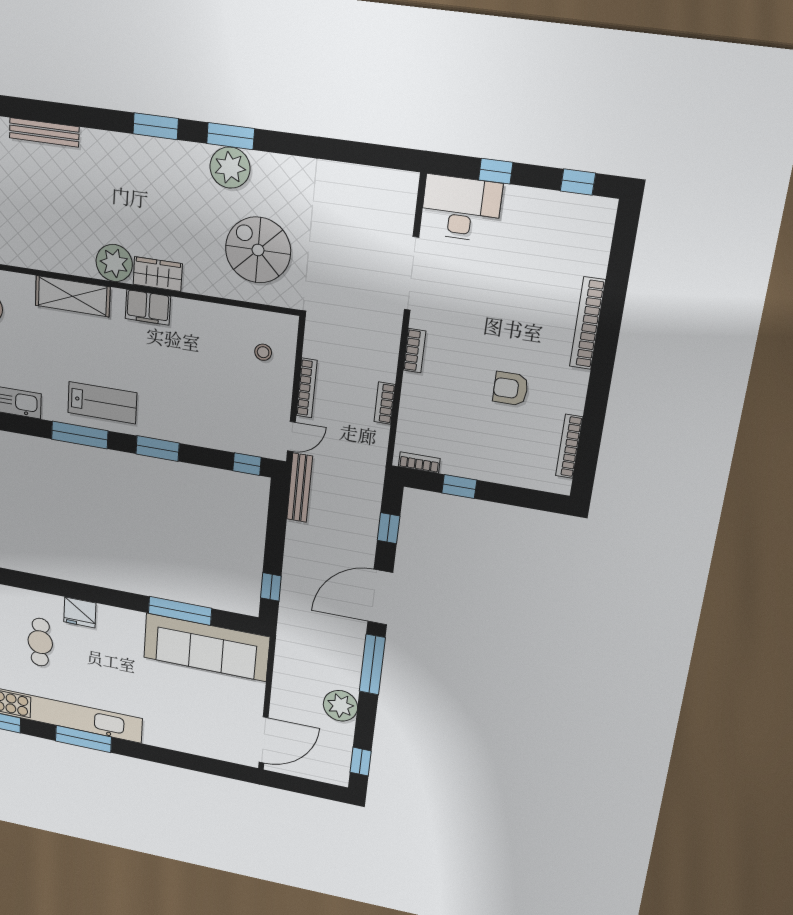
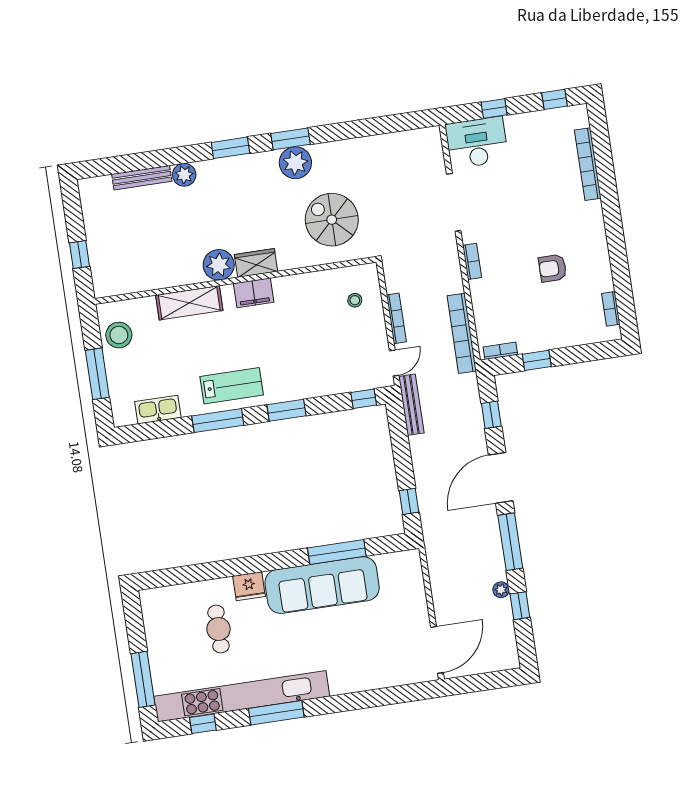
plant: (94, 143) -> (184, 175), added
bookcase: (587, 323) -> (588, 164), moved
bookcase: (385, 403) -> (462, 333), width x2.31, depth x1.31
bookcase: (569, 446) -> (611, 309), width x0.64
sofa: (206, 647) -> (322, 585), moved
plant: (340, 706) -> (501, 590), width x0.53, depth x0.53
window: (361, 762) -> (520, 606), moved

